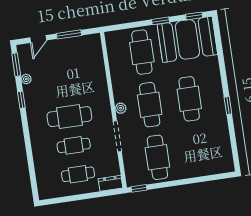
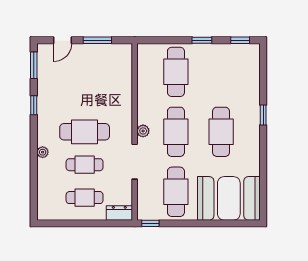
booth: (187, 39) -> (229, 198), moved
plant: (26, 79) -> (43, 152), moved
window: (228, 105) -> (263, 115), moved

